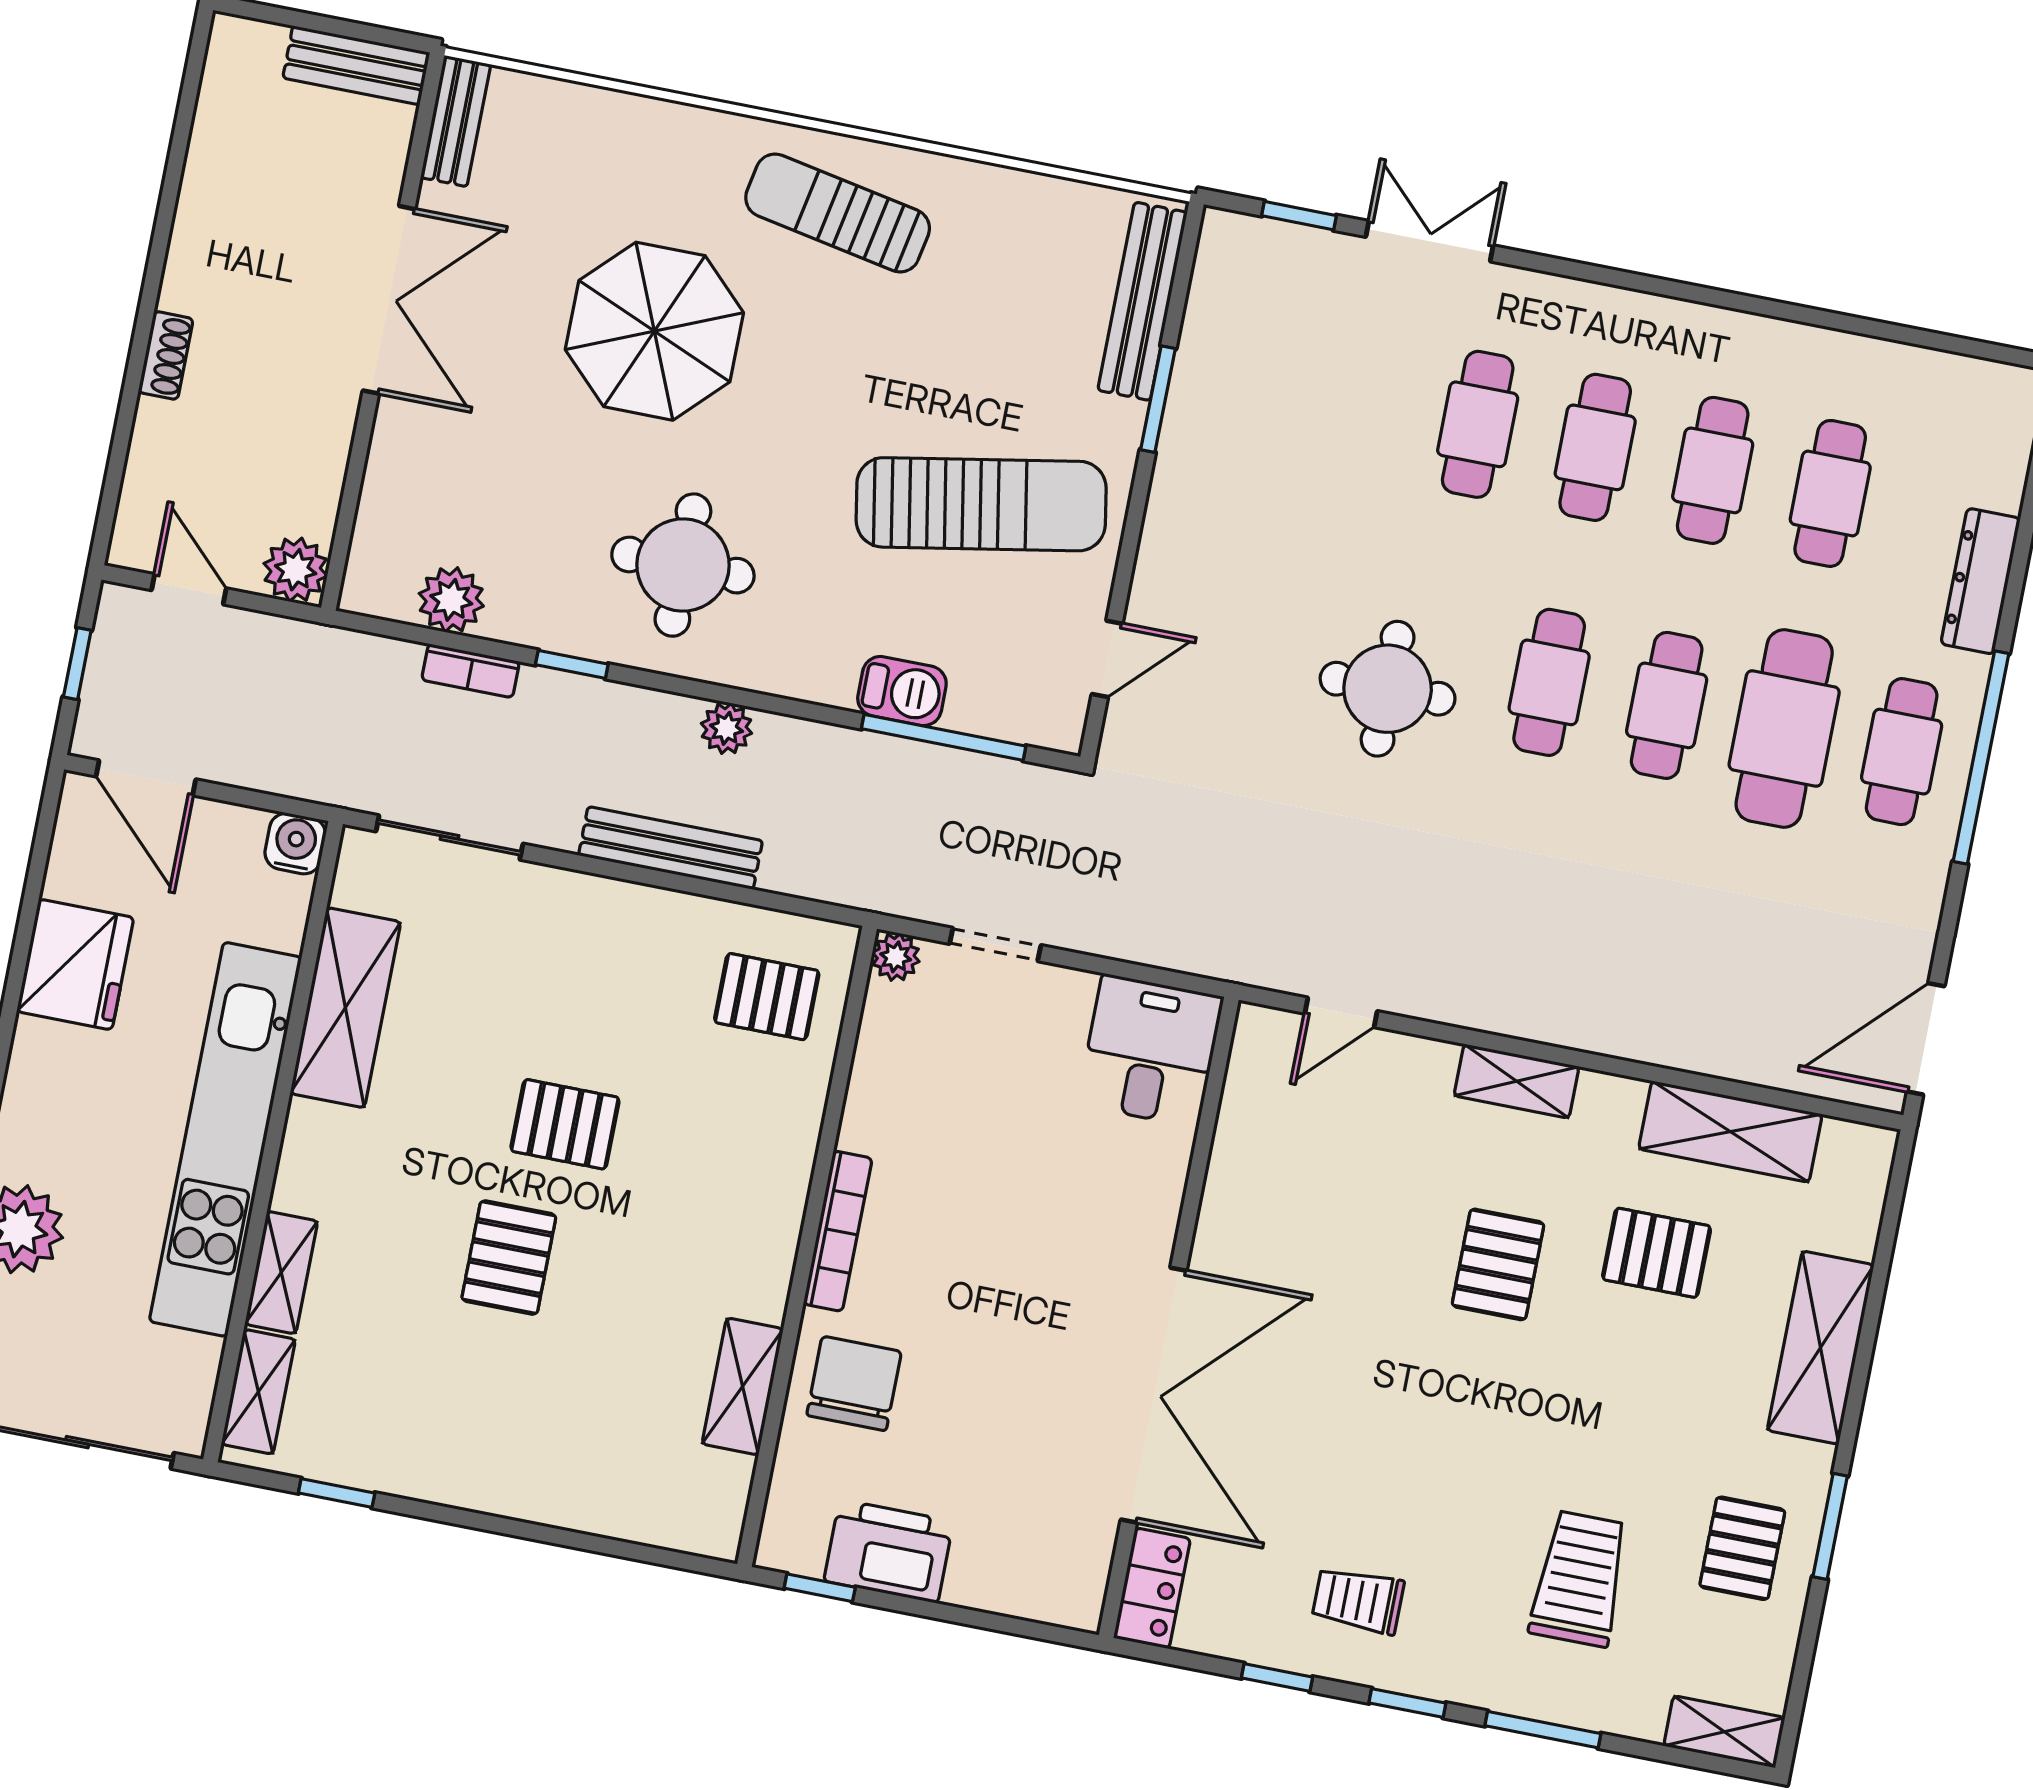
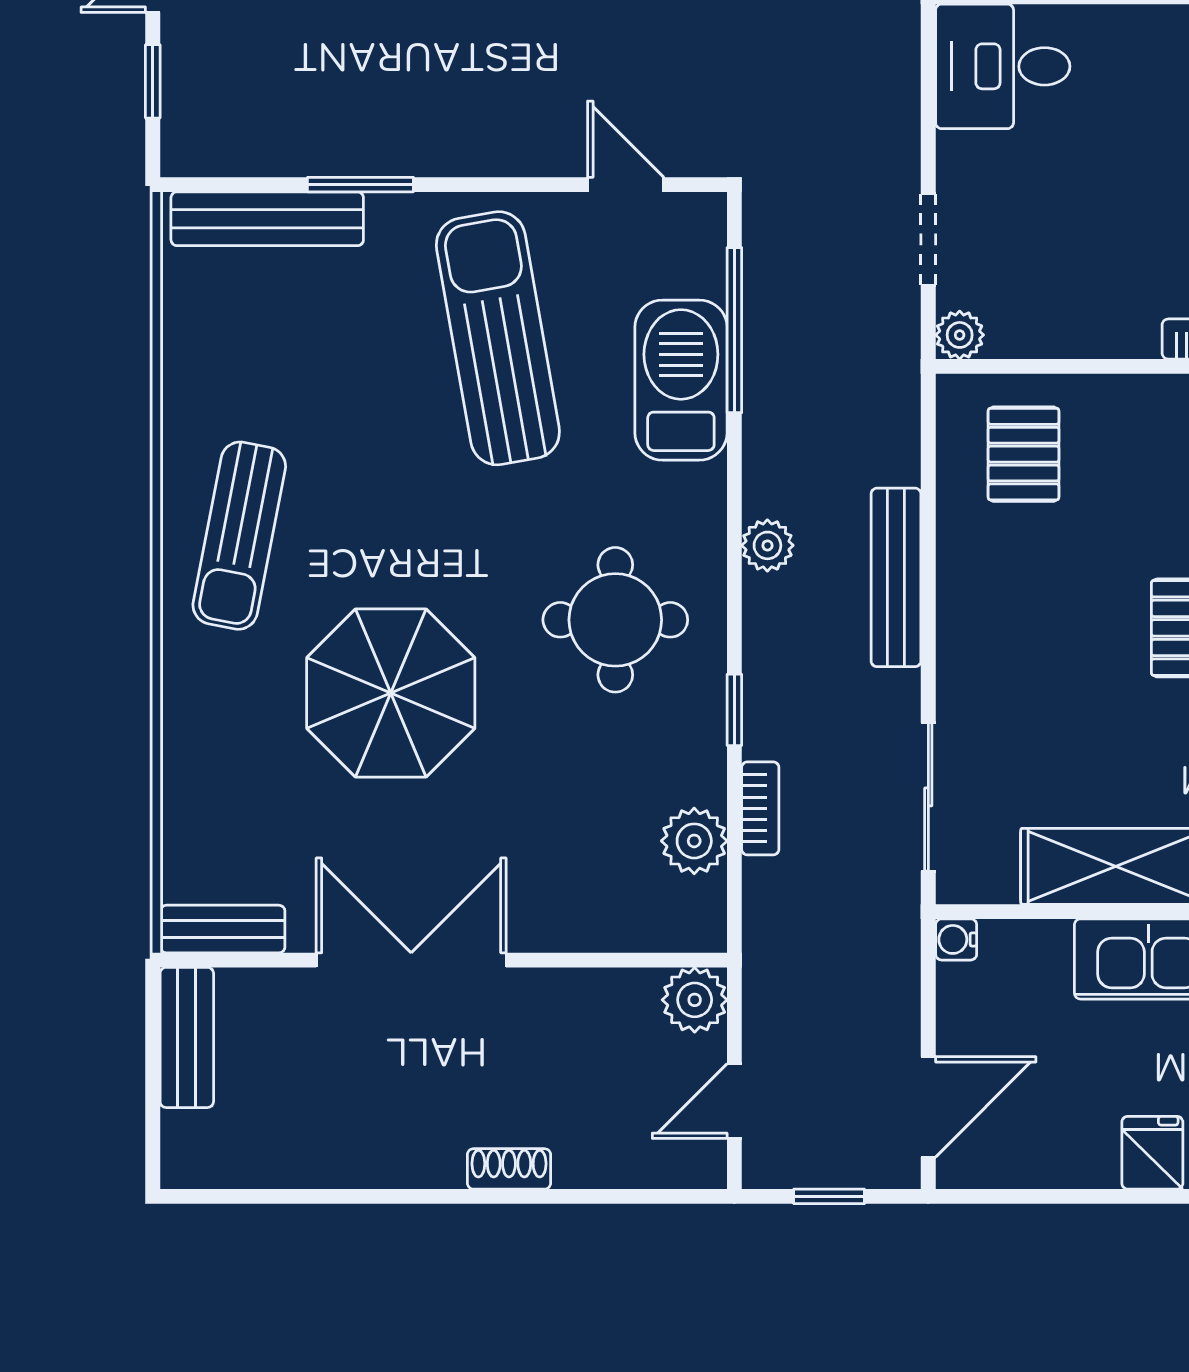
barbecue: (902, 691) -> (681, 380), width x1.88, depth x1.53
water cooler: (295, 844) -> (956, 939), width x0.72, depth x0.72
fridge: (75, 964) -> (1152, 1153), width x0.53, depth x0.75

